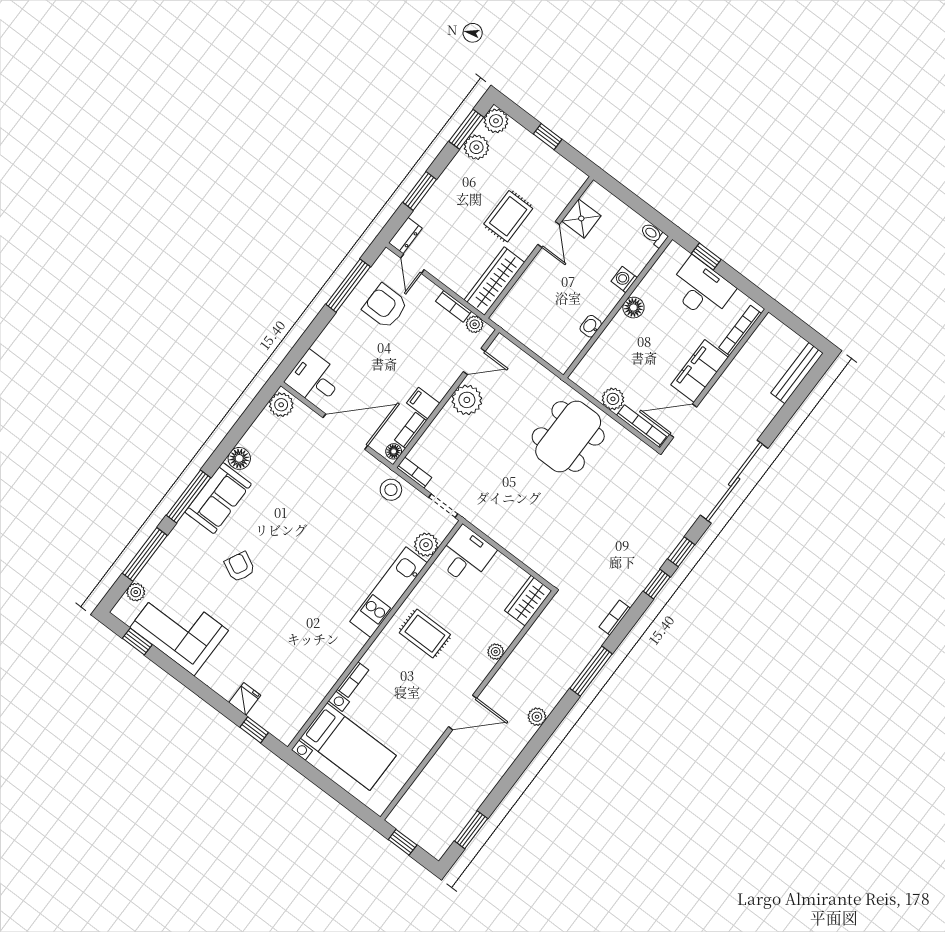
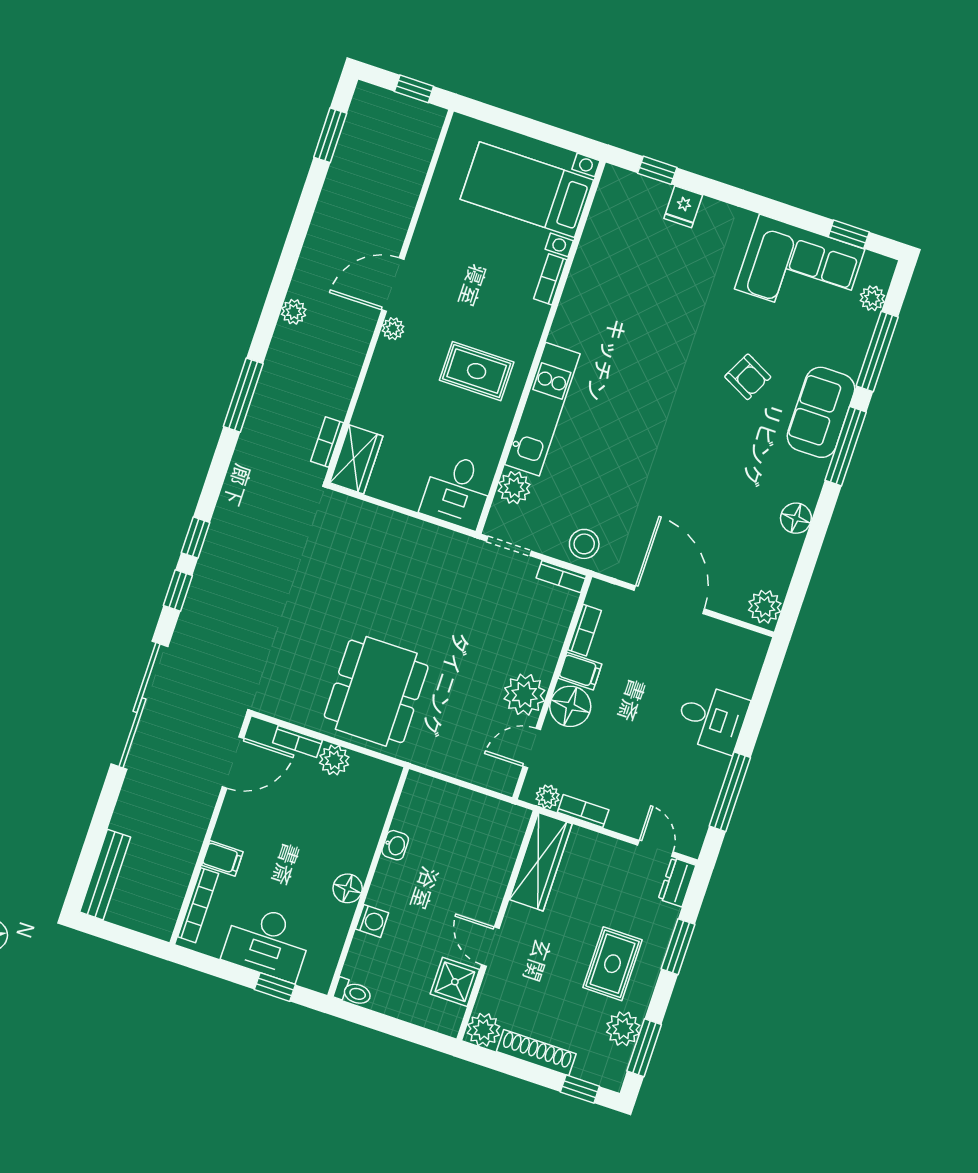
plant: (496, 121) -> (484, 1030), moved
window: (548, 137) -> (580, 1089), moved
shoe rack: (542, 151) -> (536, 1053), added
rug: (508, 216) -> (612, 964), moved
armchair: (385, 306) -> (672, 781), removed
filing cabinet: (699, 371) -> (222, 858), width x0.33, depth x0.86
desk: (314, 379) -> (712, 718), moved
bookcase: (641, 426) -> (297, 742), width x0.64
door: (345, 432) -> (669, 600), swing flipped
floor lamp: (394, 451) -> (570, 706), moved, width x1.89, depth x1.89
sofa: (218, 498) -> (821, 412), moved
bookcase: (615, 618) -> (327, 442), moved, turned 180
plant: (496, 652) -> (393, 329), moved

